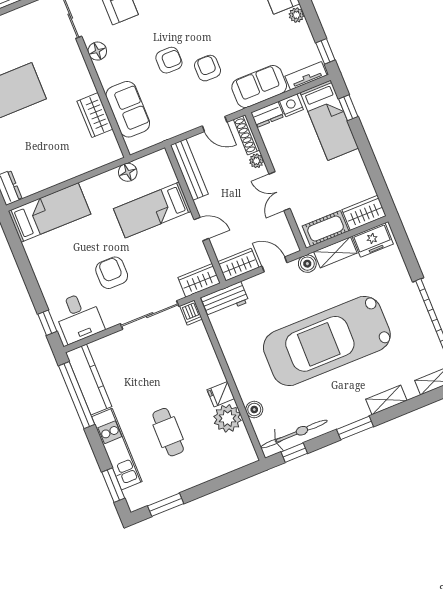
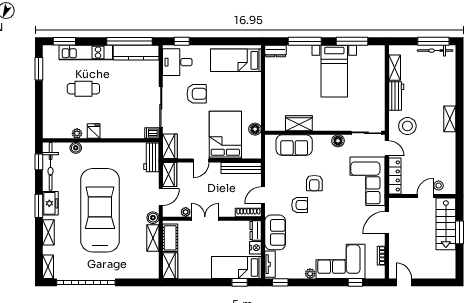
plant: (256, 161) -> (186, 212), moved
bed: (152, 210) -> (225, 135), width x1.50
bed: (49, 212) -> (236, 60), moved, turned 90
freezer: (373, 240) -> (50, 203), moved, turned 180
plant: (228, 418) -> (77, 133), width x0.53, depth x0.53

